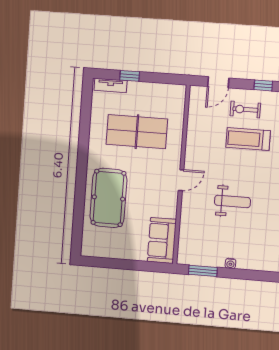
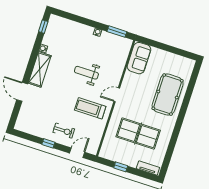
window: (130, 76) -> (121, 167), moved
treadmill: (248, 139) -> (90, 108), moved, turned 180

